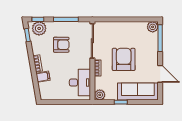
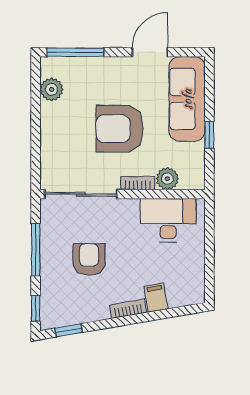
plant: (153, 27) -> (52, 89), moved
plant: (39, 28) -> (55, 306), removed
plant: (100, 95) -> (167, 179), moved

